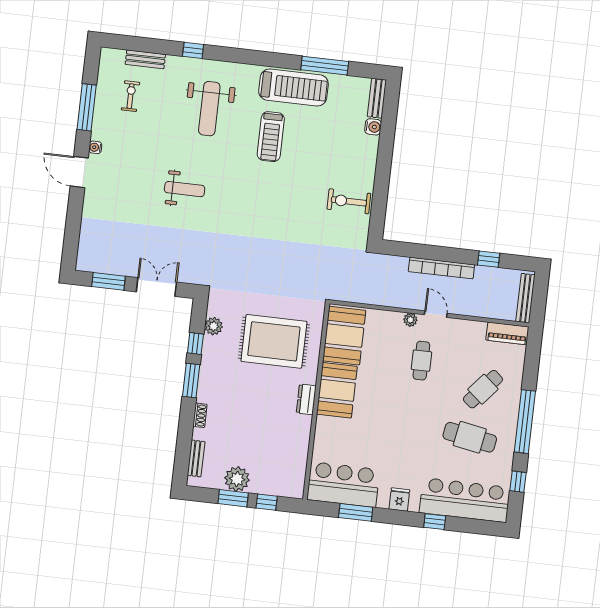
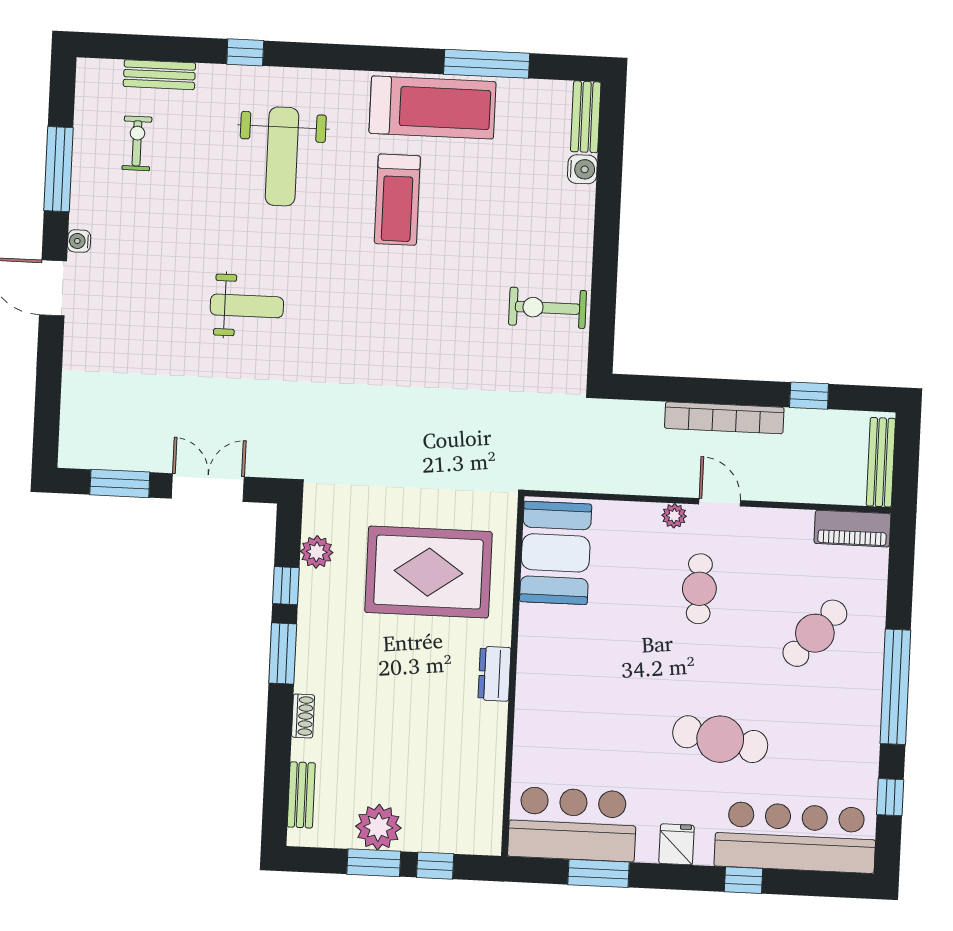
booth: (337, 390) -> (549, 653), removed
cafe table: (470, 437) -> (720, 739), moved

